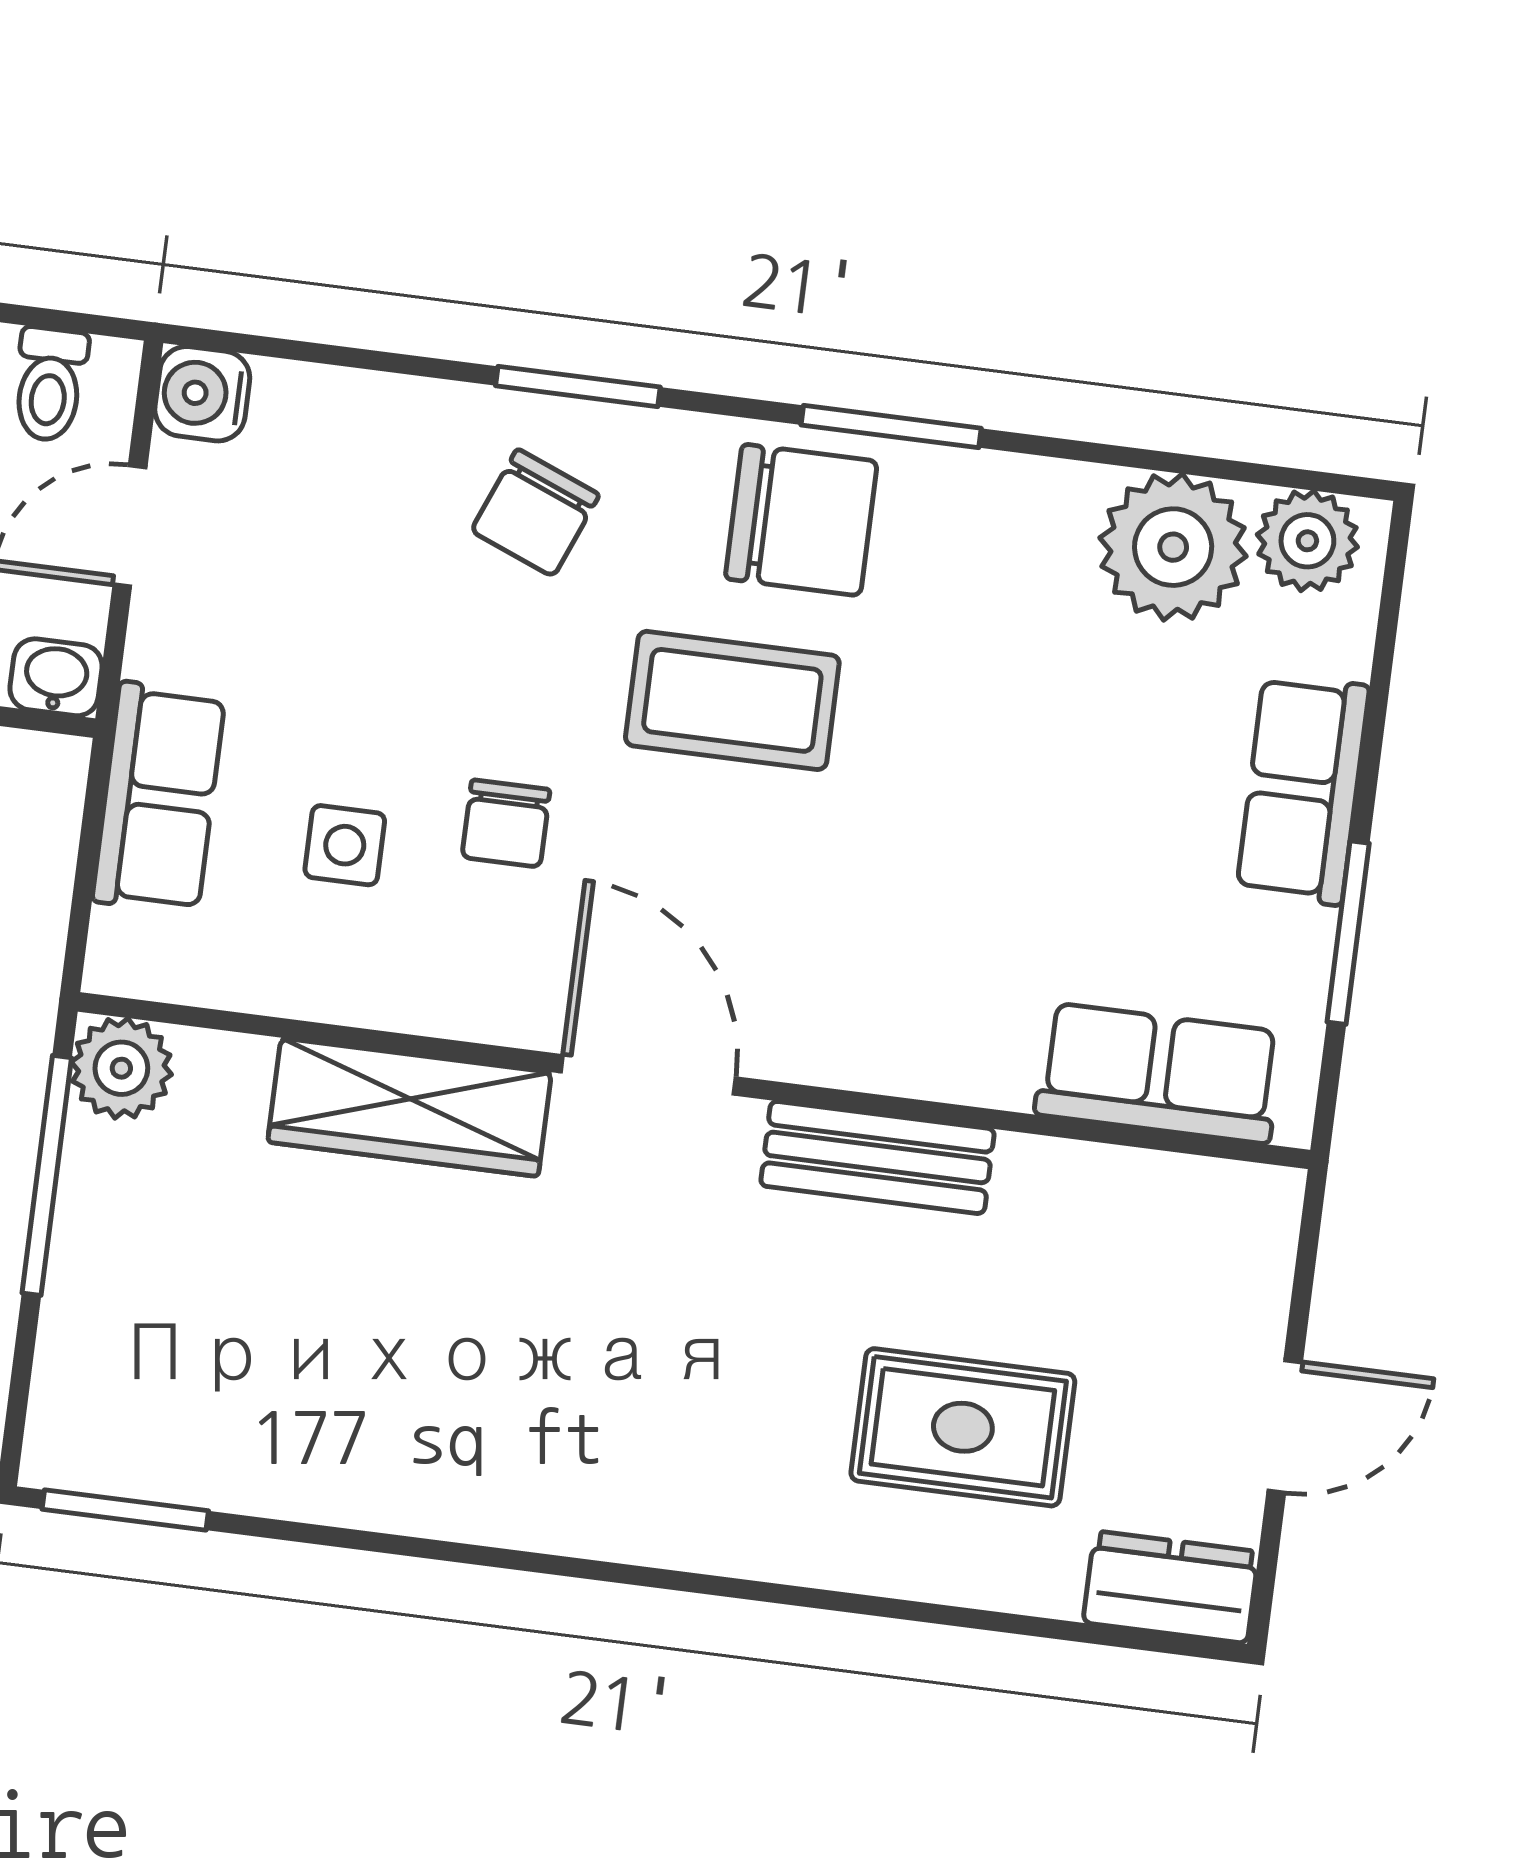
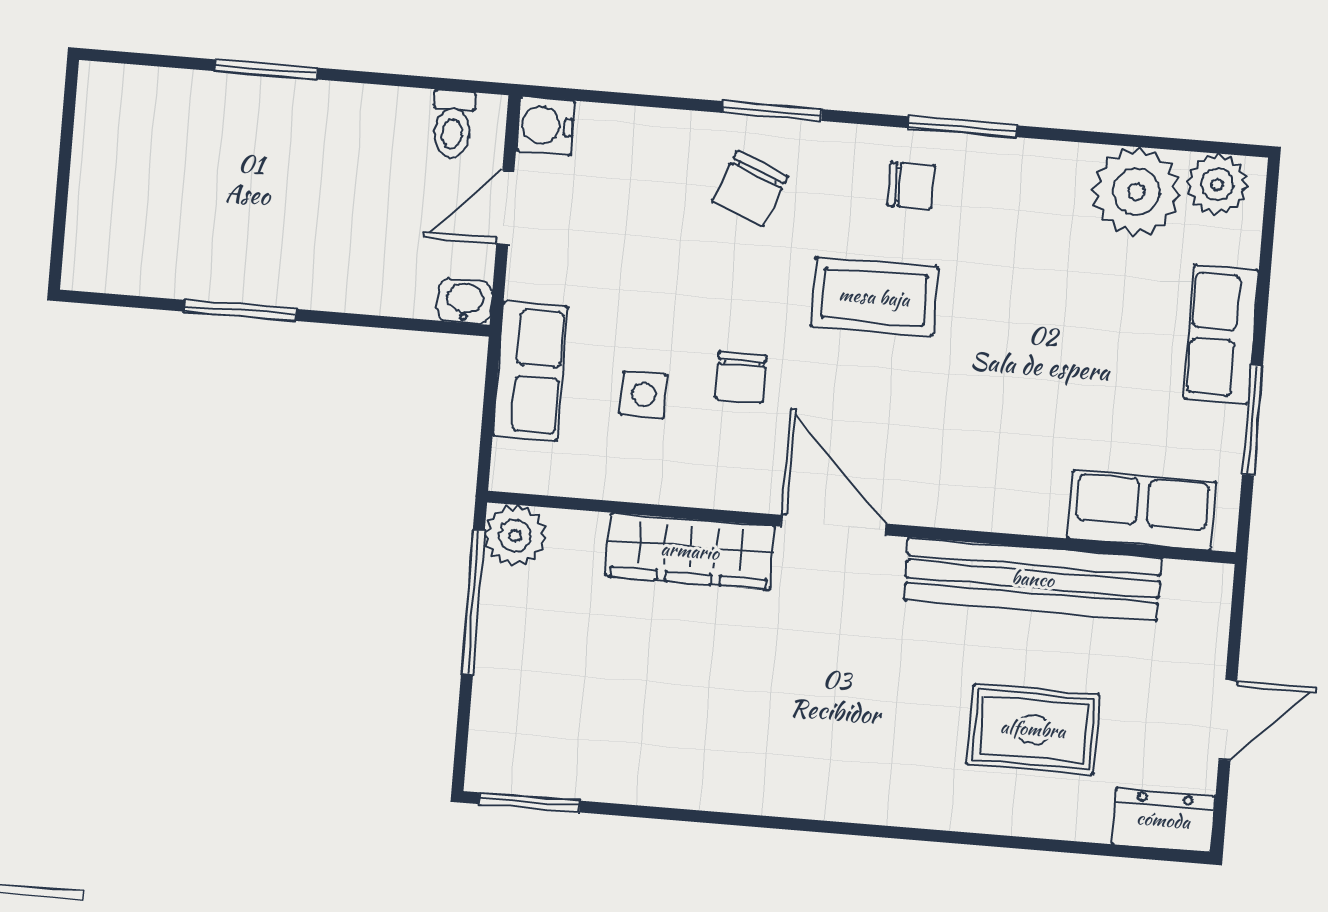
chair: (801, 520) -> (911, 186), width x0.54, depth x0.54
bench: (878, 1157) -> (1033, 579), width x1.86, depth x1.21

